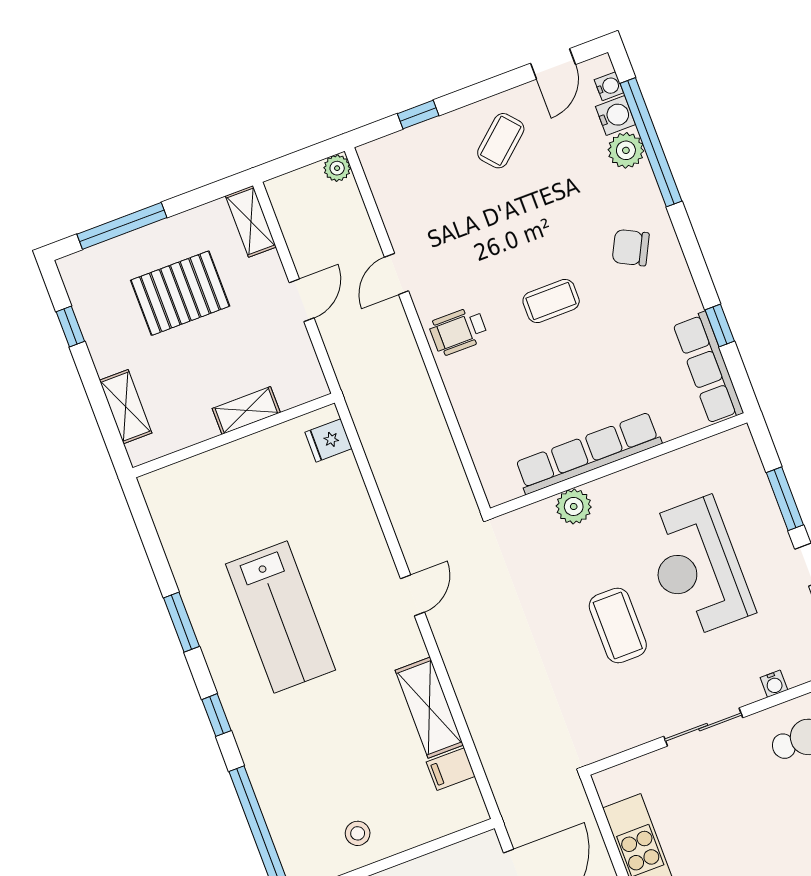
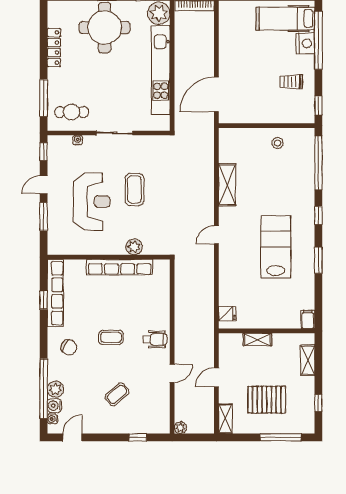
coffee table: (501, 141) -> (117, 394), moved
row of seats: (708, 368) -> (55, 293), width x1.36
filing cabinet: (451, 769) -> (308, 320), moved, turned -90

